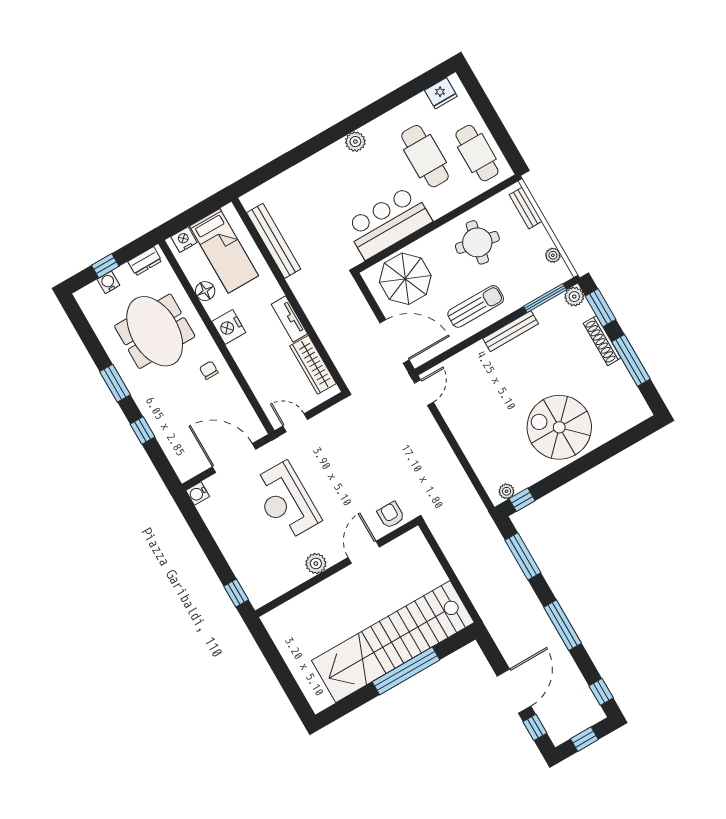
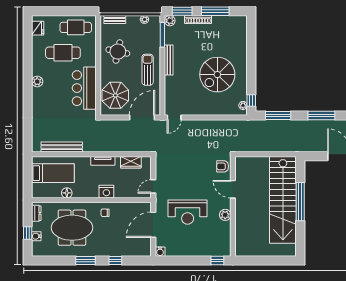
nightstand: (184, 240) -> (37, 189), removed
nightstand: (229, 327) -> (106, 192), moved
wardrobe: (313, 365) -> (131, 162), width x0.67
door: (424, 393) -> (174, 117), swing flipped
spiral stairs: (559, 427) -> (217, 75), moved

